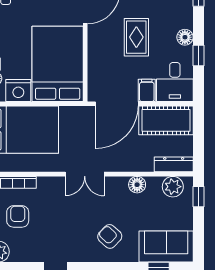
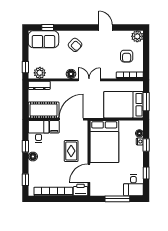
rug: (136, 37) -> (71, 151), moved
nightstand: (18, 91) -> (126, 127), removed
floor lamp: (137, 185) -> (71, 74), moved

